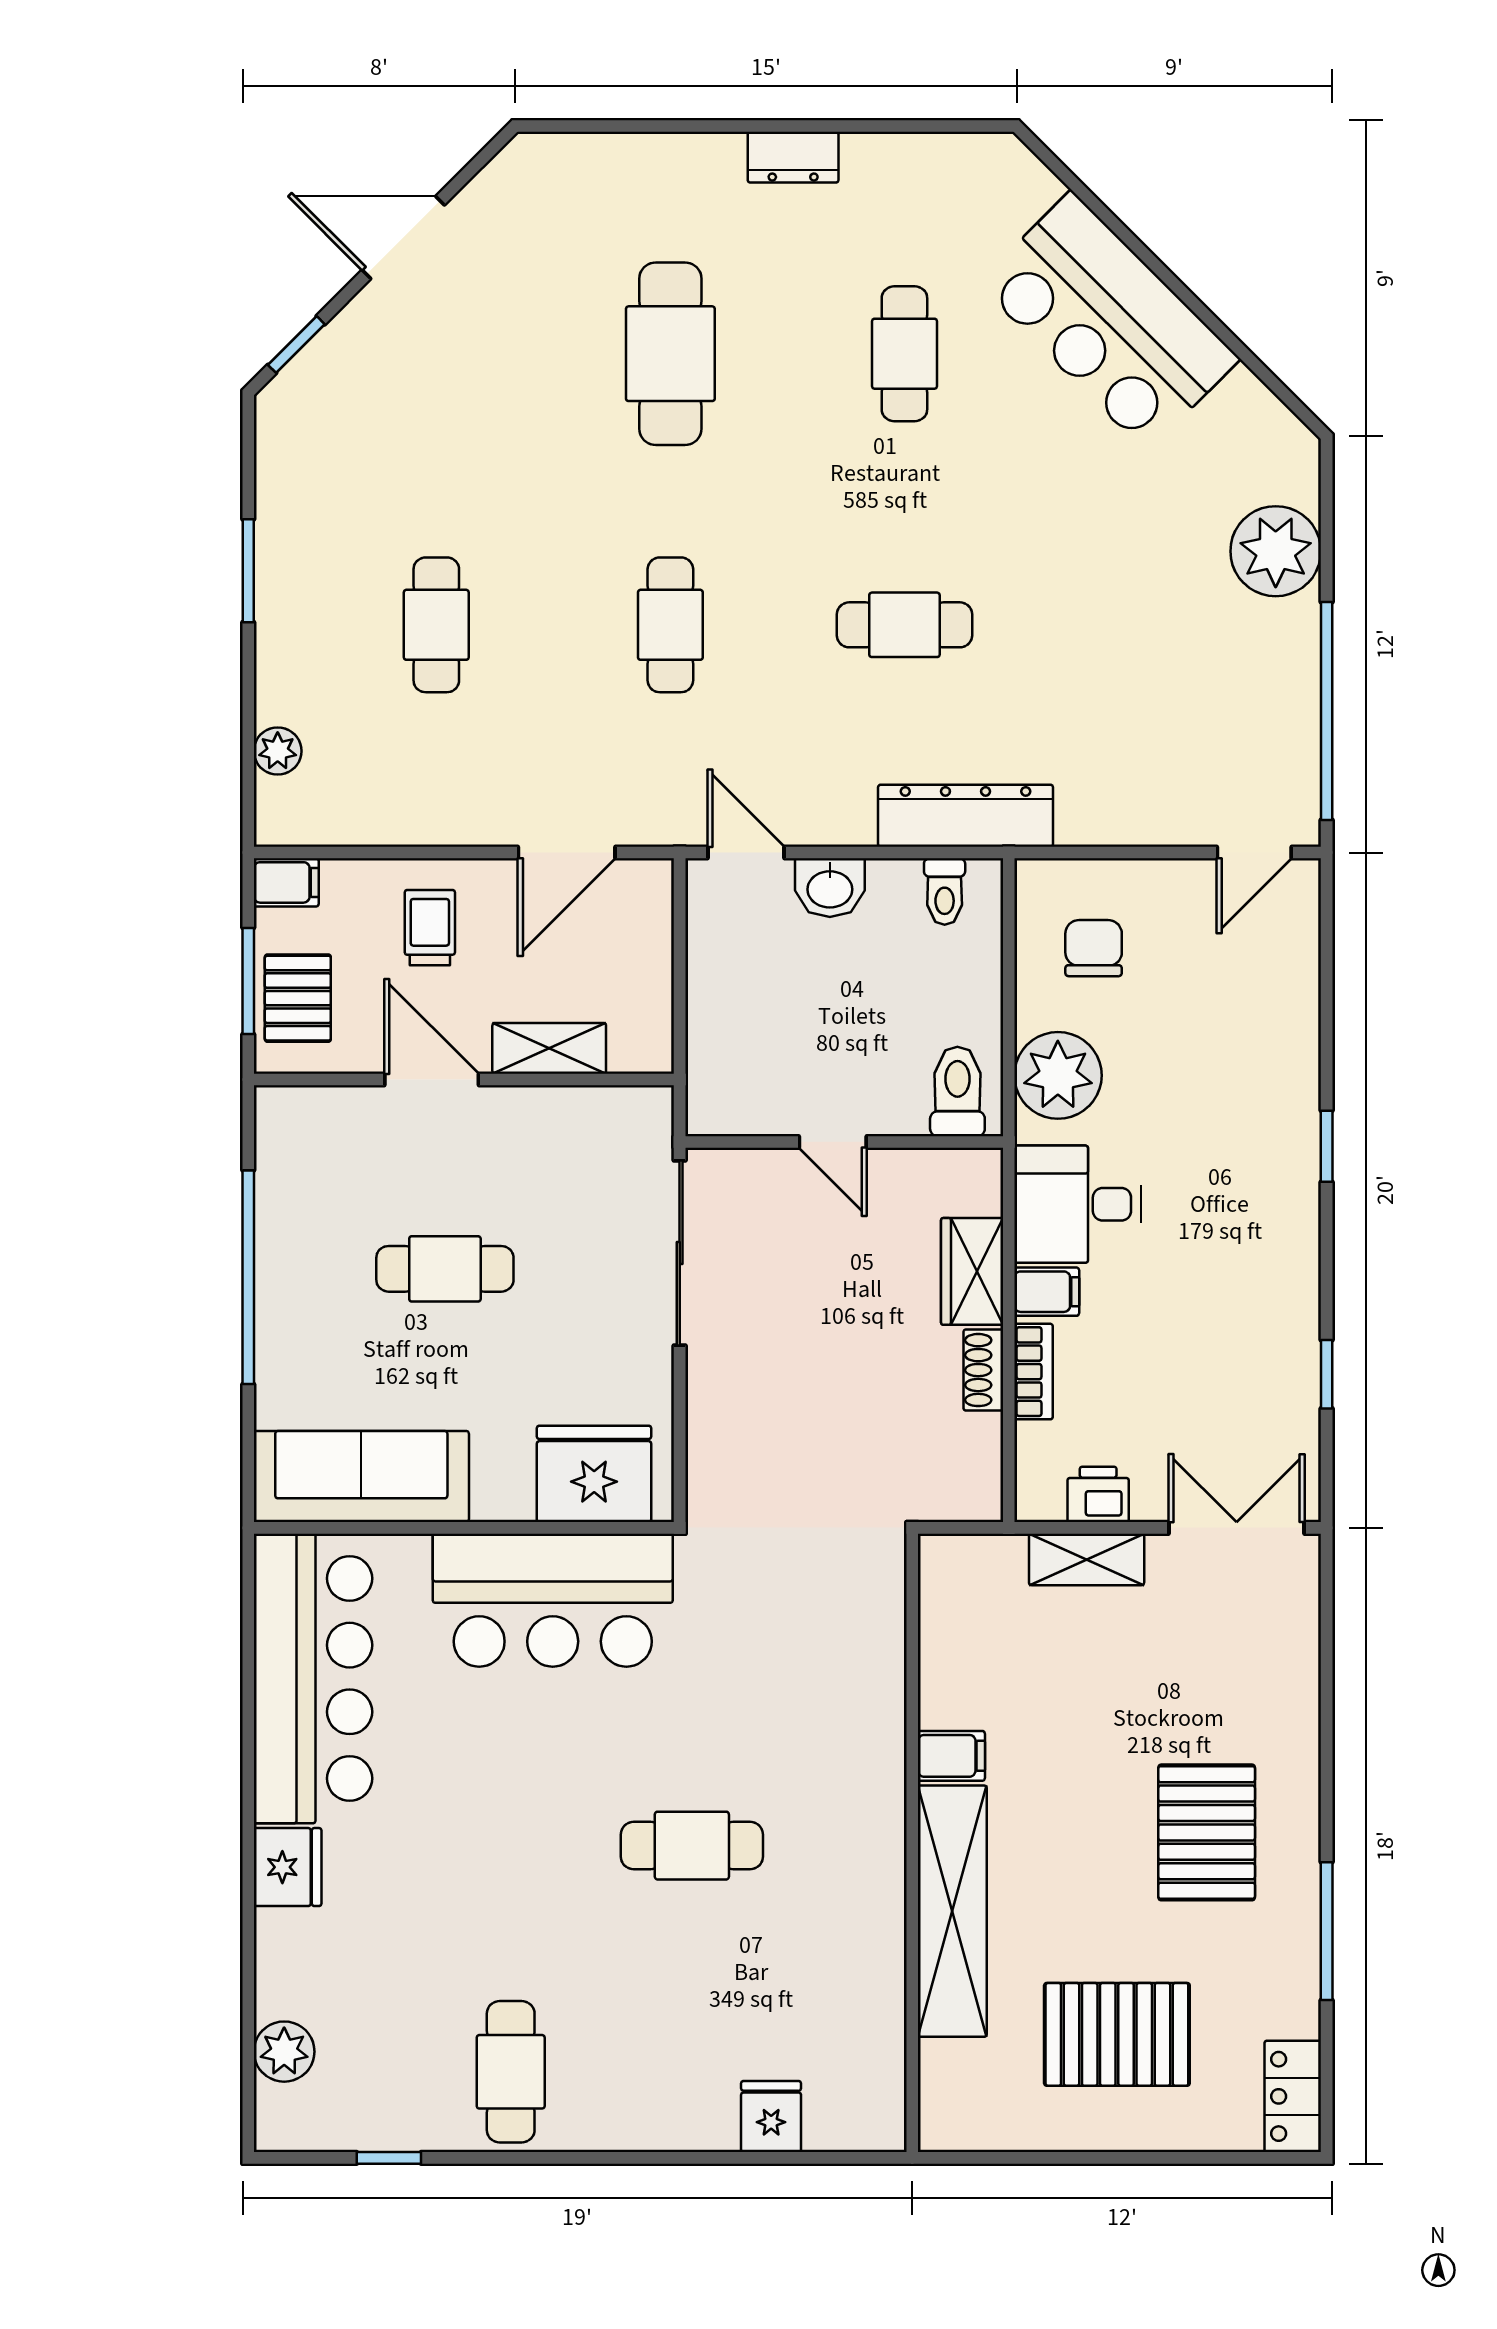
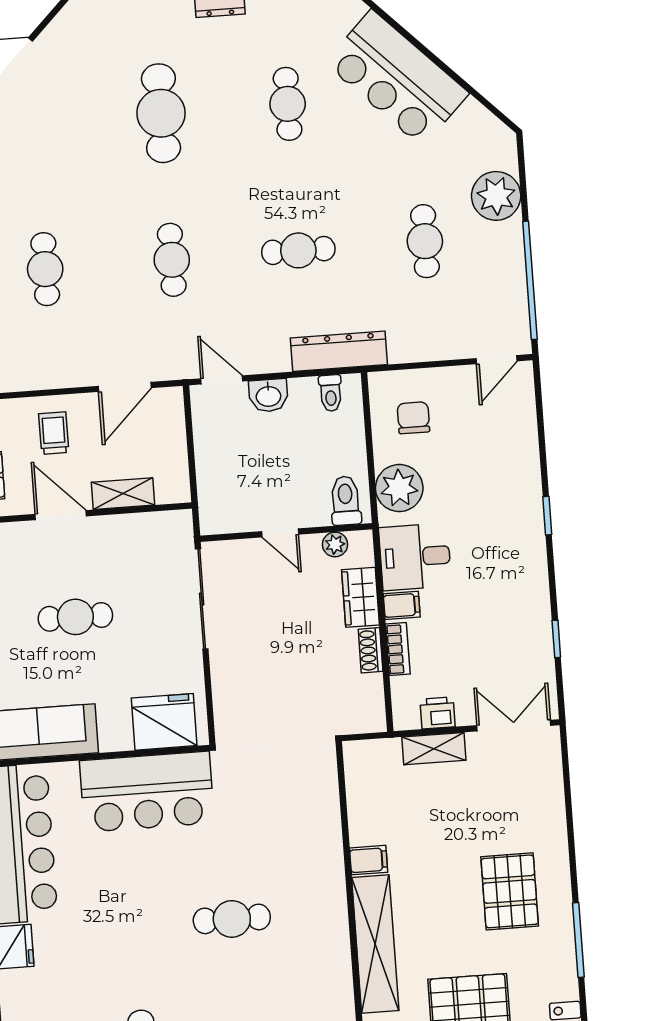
cafe table: (1139, 625) -> (425, 241), added
plant: (932, 1171) -> (335, 544), added

